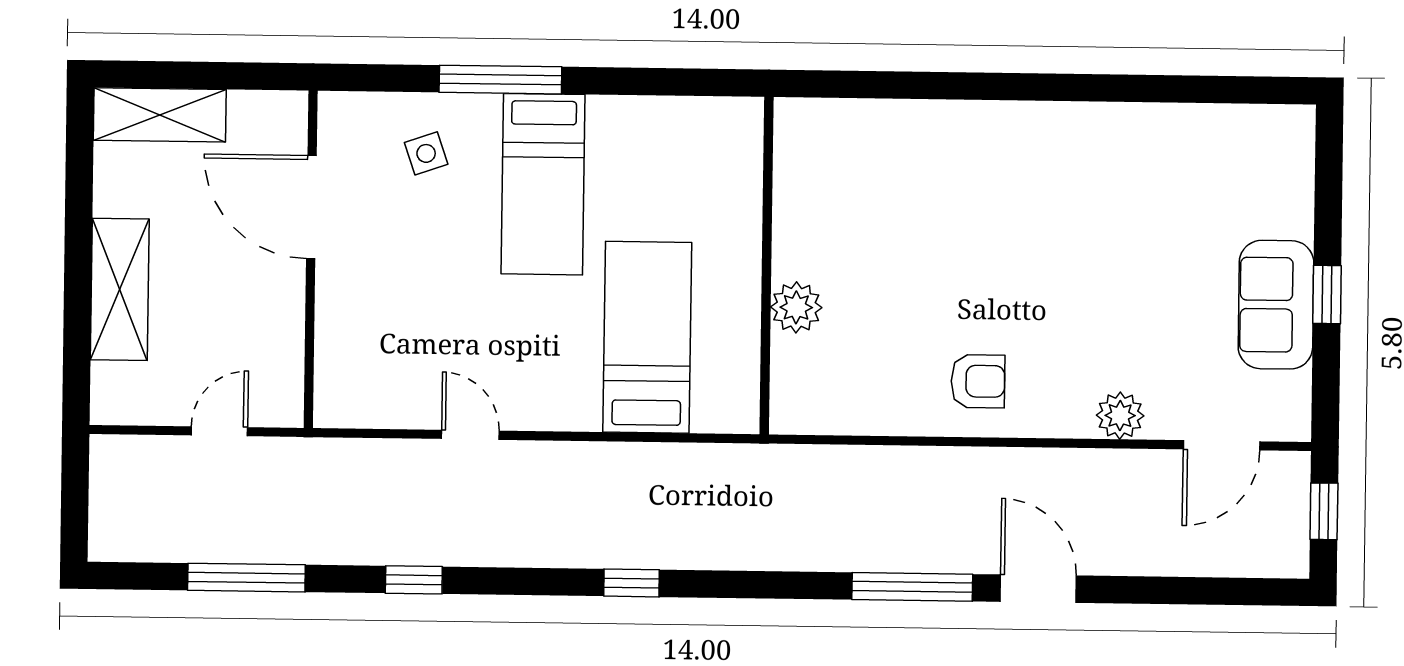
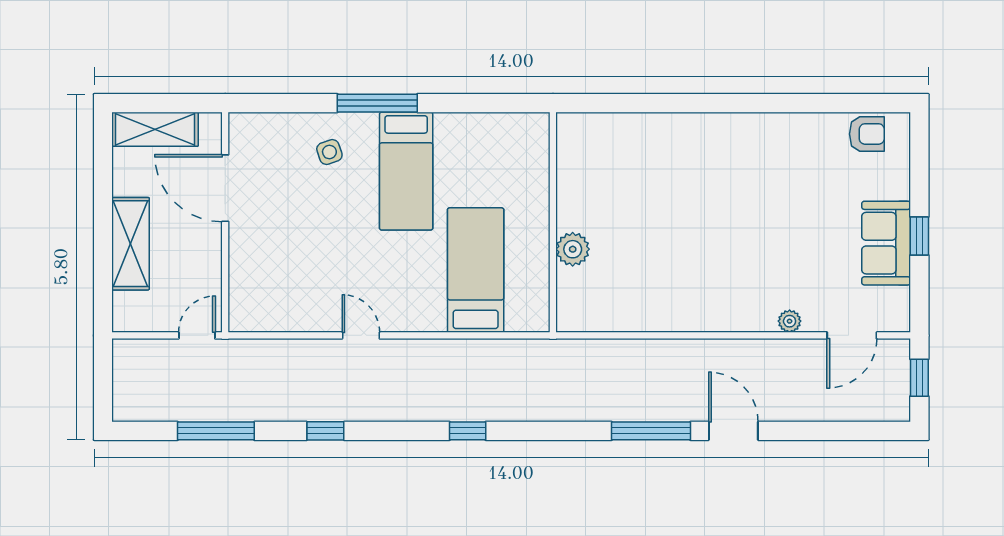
door: (311, 207) -> (225, 188), moved
wall: (311, 259) -> (225, 222), moved
armchair: (978, 381) -> (867, 134), moved
plant: (1120, 416) -> (790, 321), width x0.73, depth x0.73

